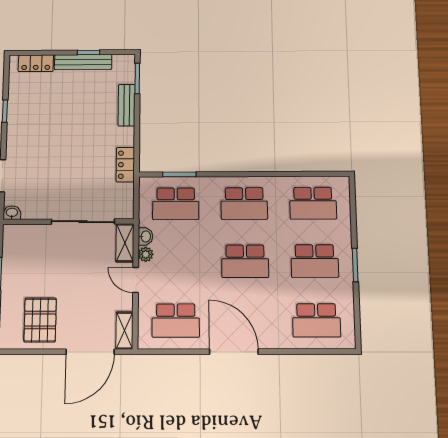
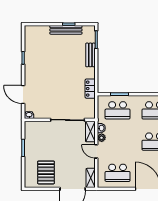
locker: (36, 63) -> (39, 30), removed

